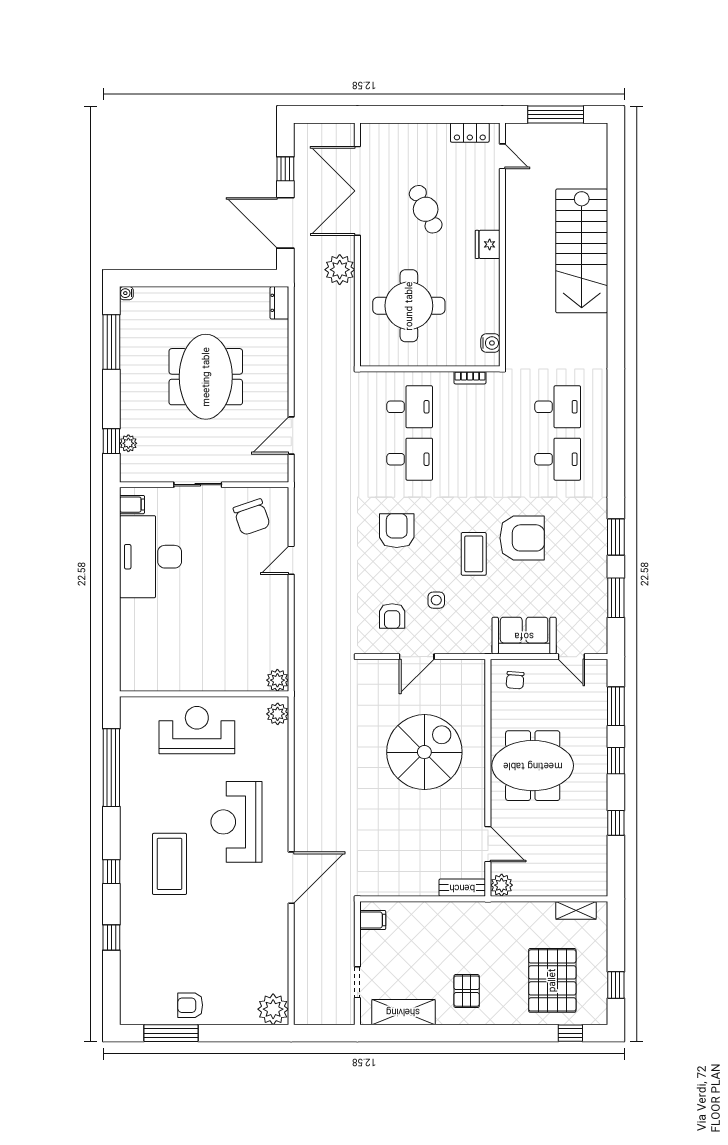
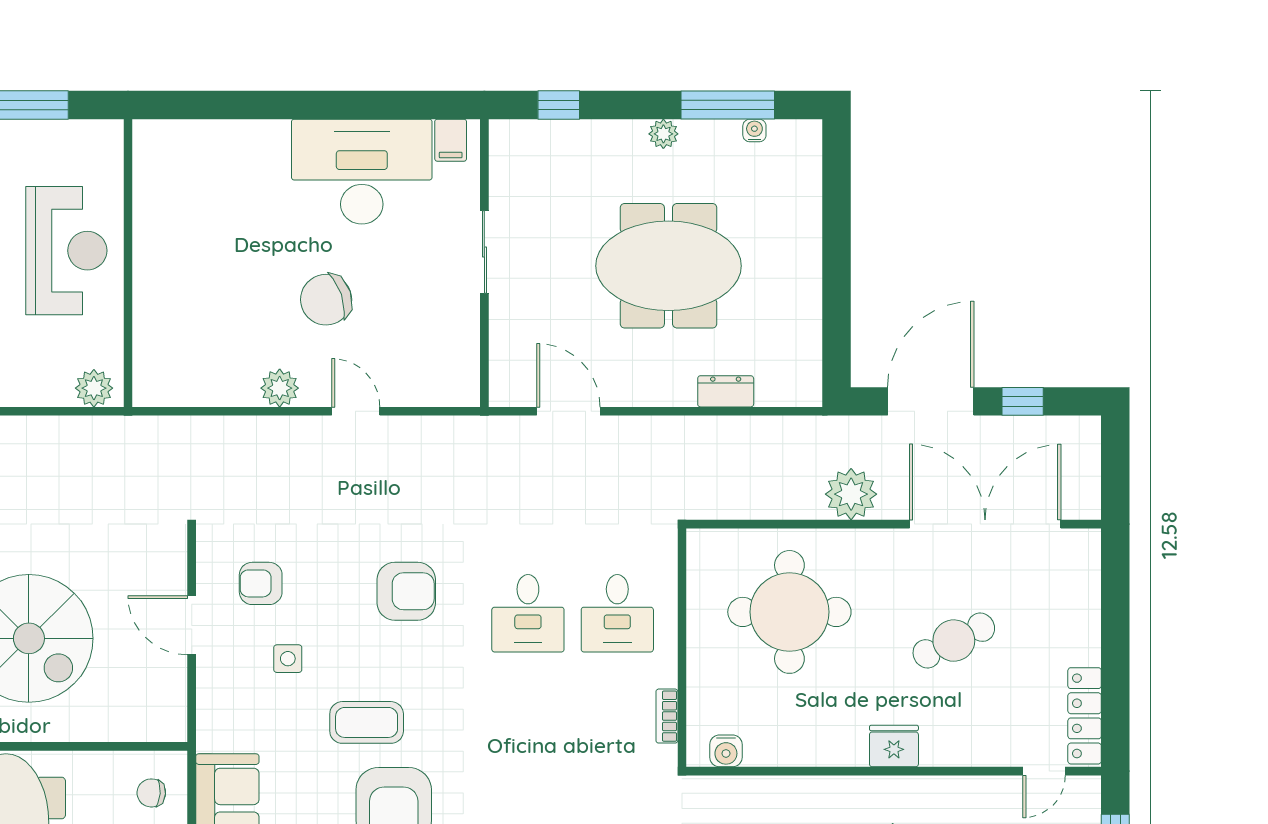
locker: (470, 133) -> (1085, 716), width x1.53
water cooler: (126, 293) -> (754, 131), moved
dresser: (279, 303) -> (726, 391), moved
plant: (128, 443) -> (663, 134), moved
chair: (252, 517) -> (326, 300), moved
plant: (277, 680) -> (280, 388), moved

